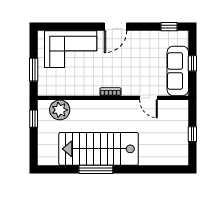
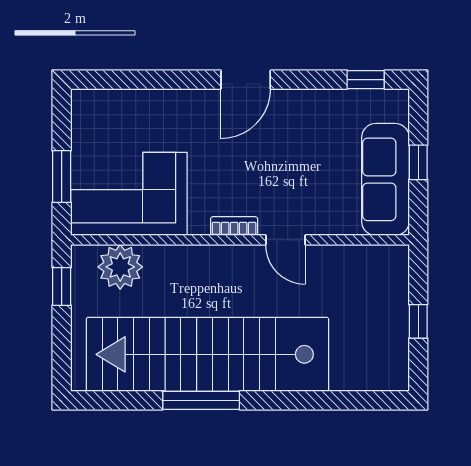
corner sofa: (71, 49) -> (129, 194), moved, turned 180
door: (148, 98) -> (285, 240), moved
stairs: (99, 149) -> (207, 354), width x1.36

